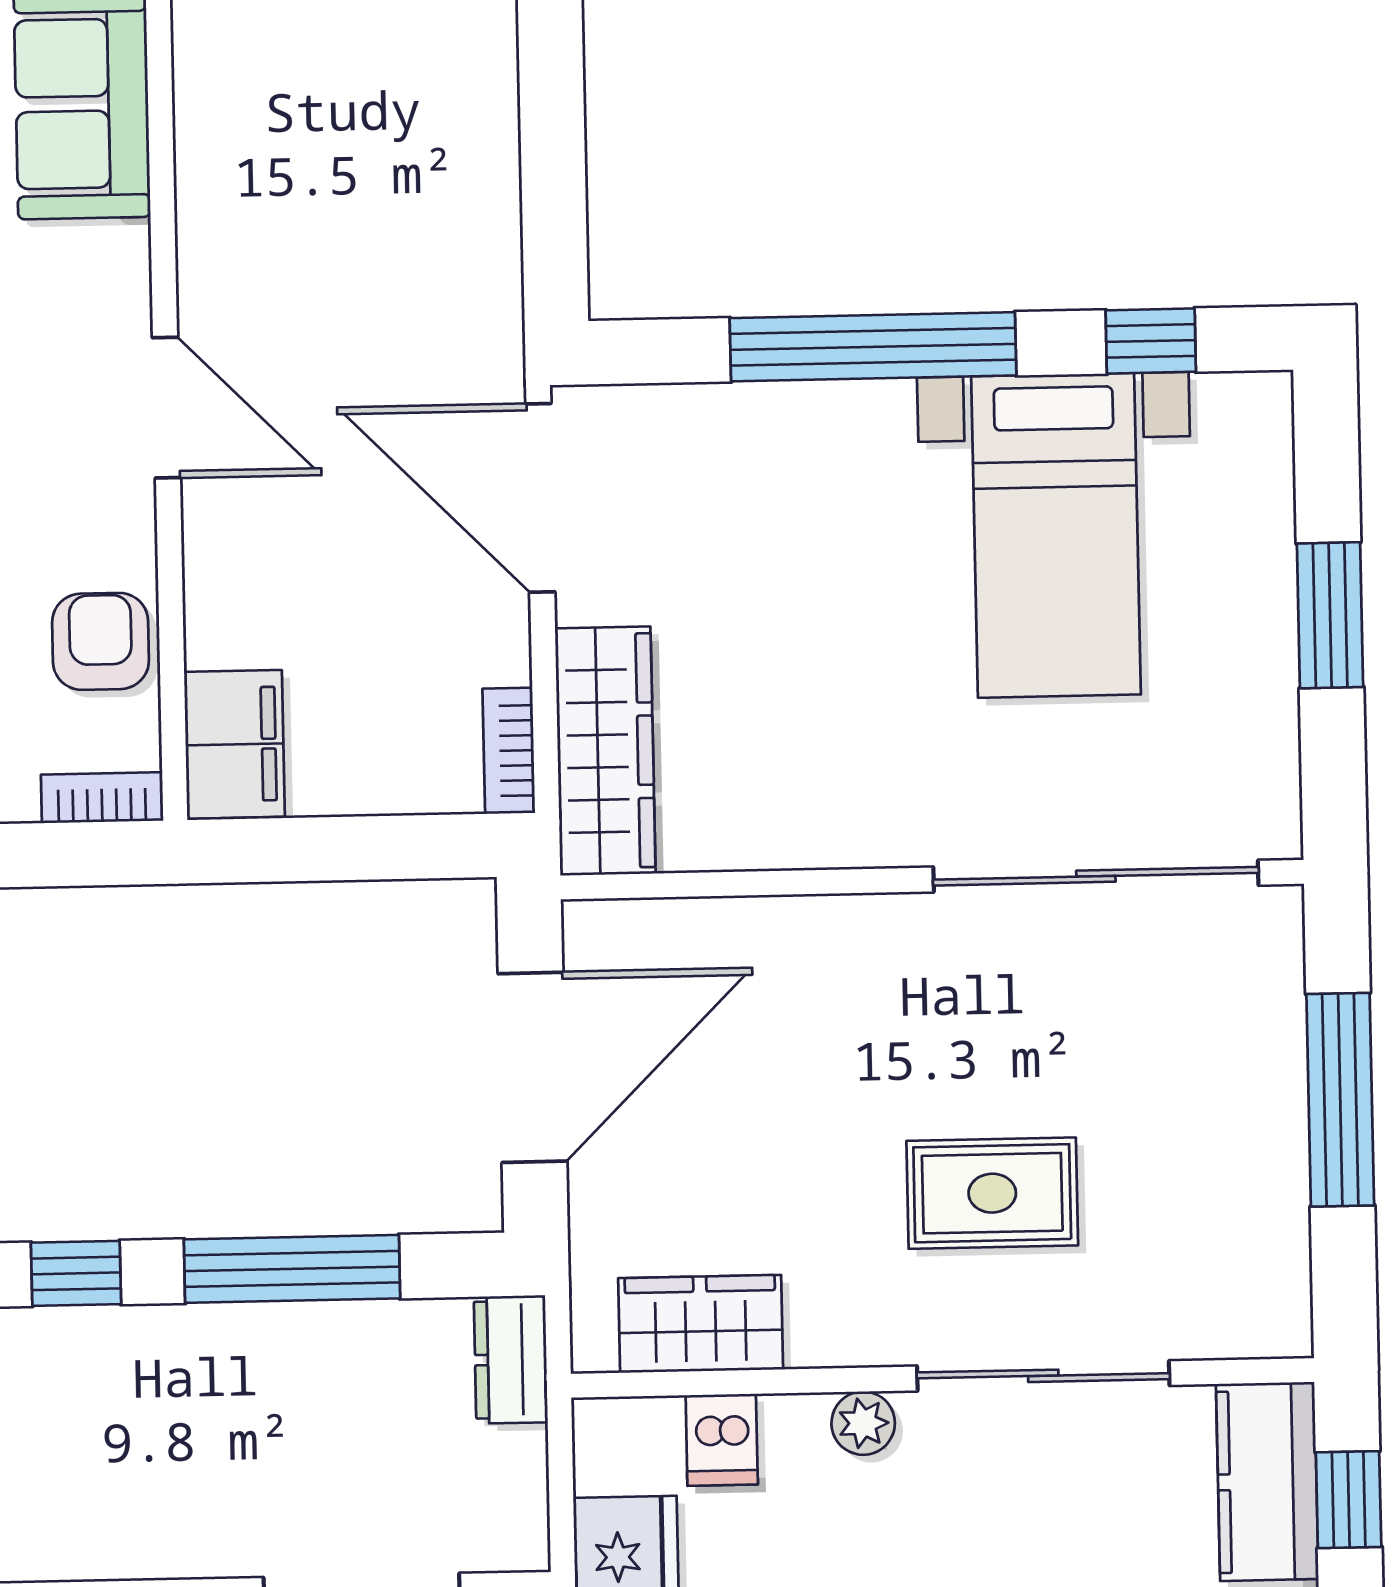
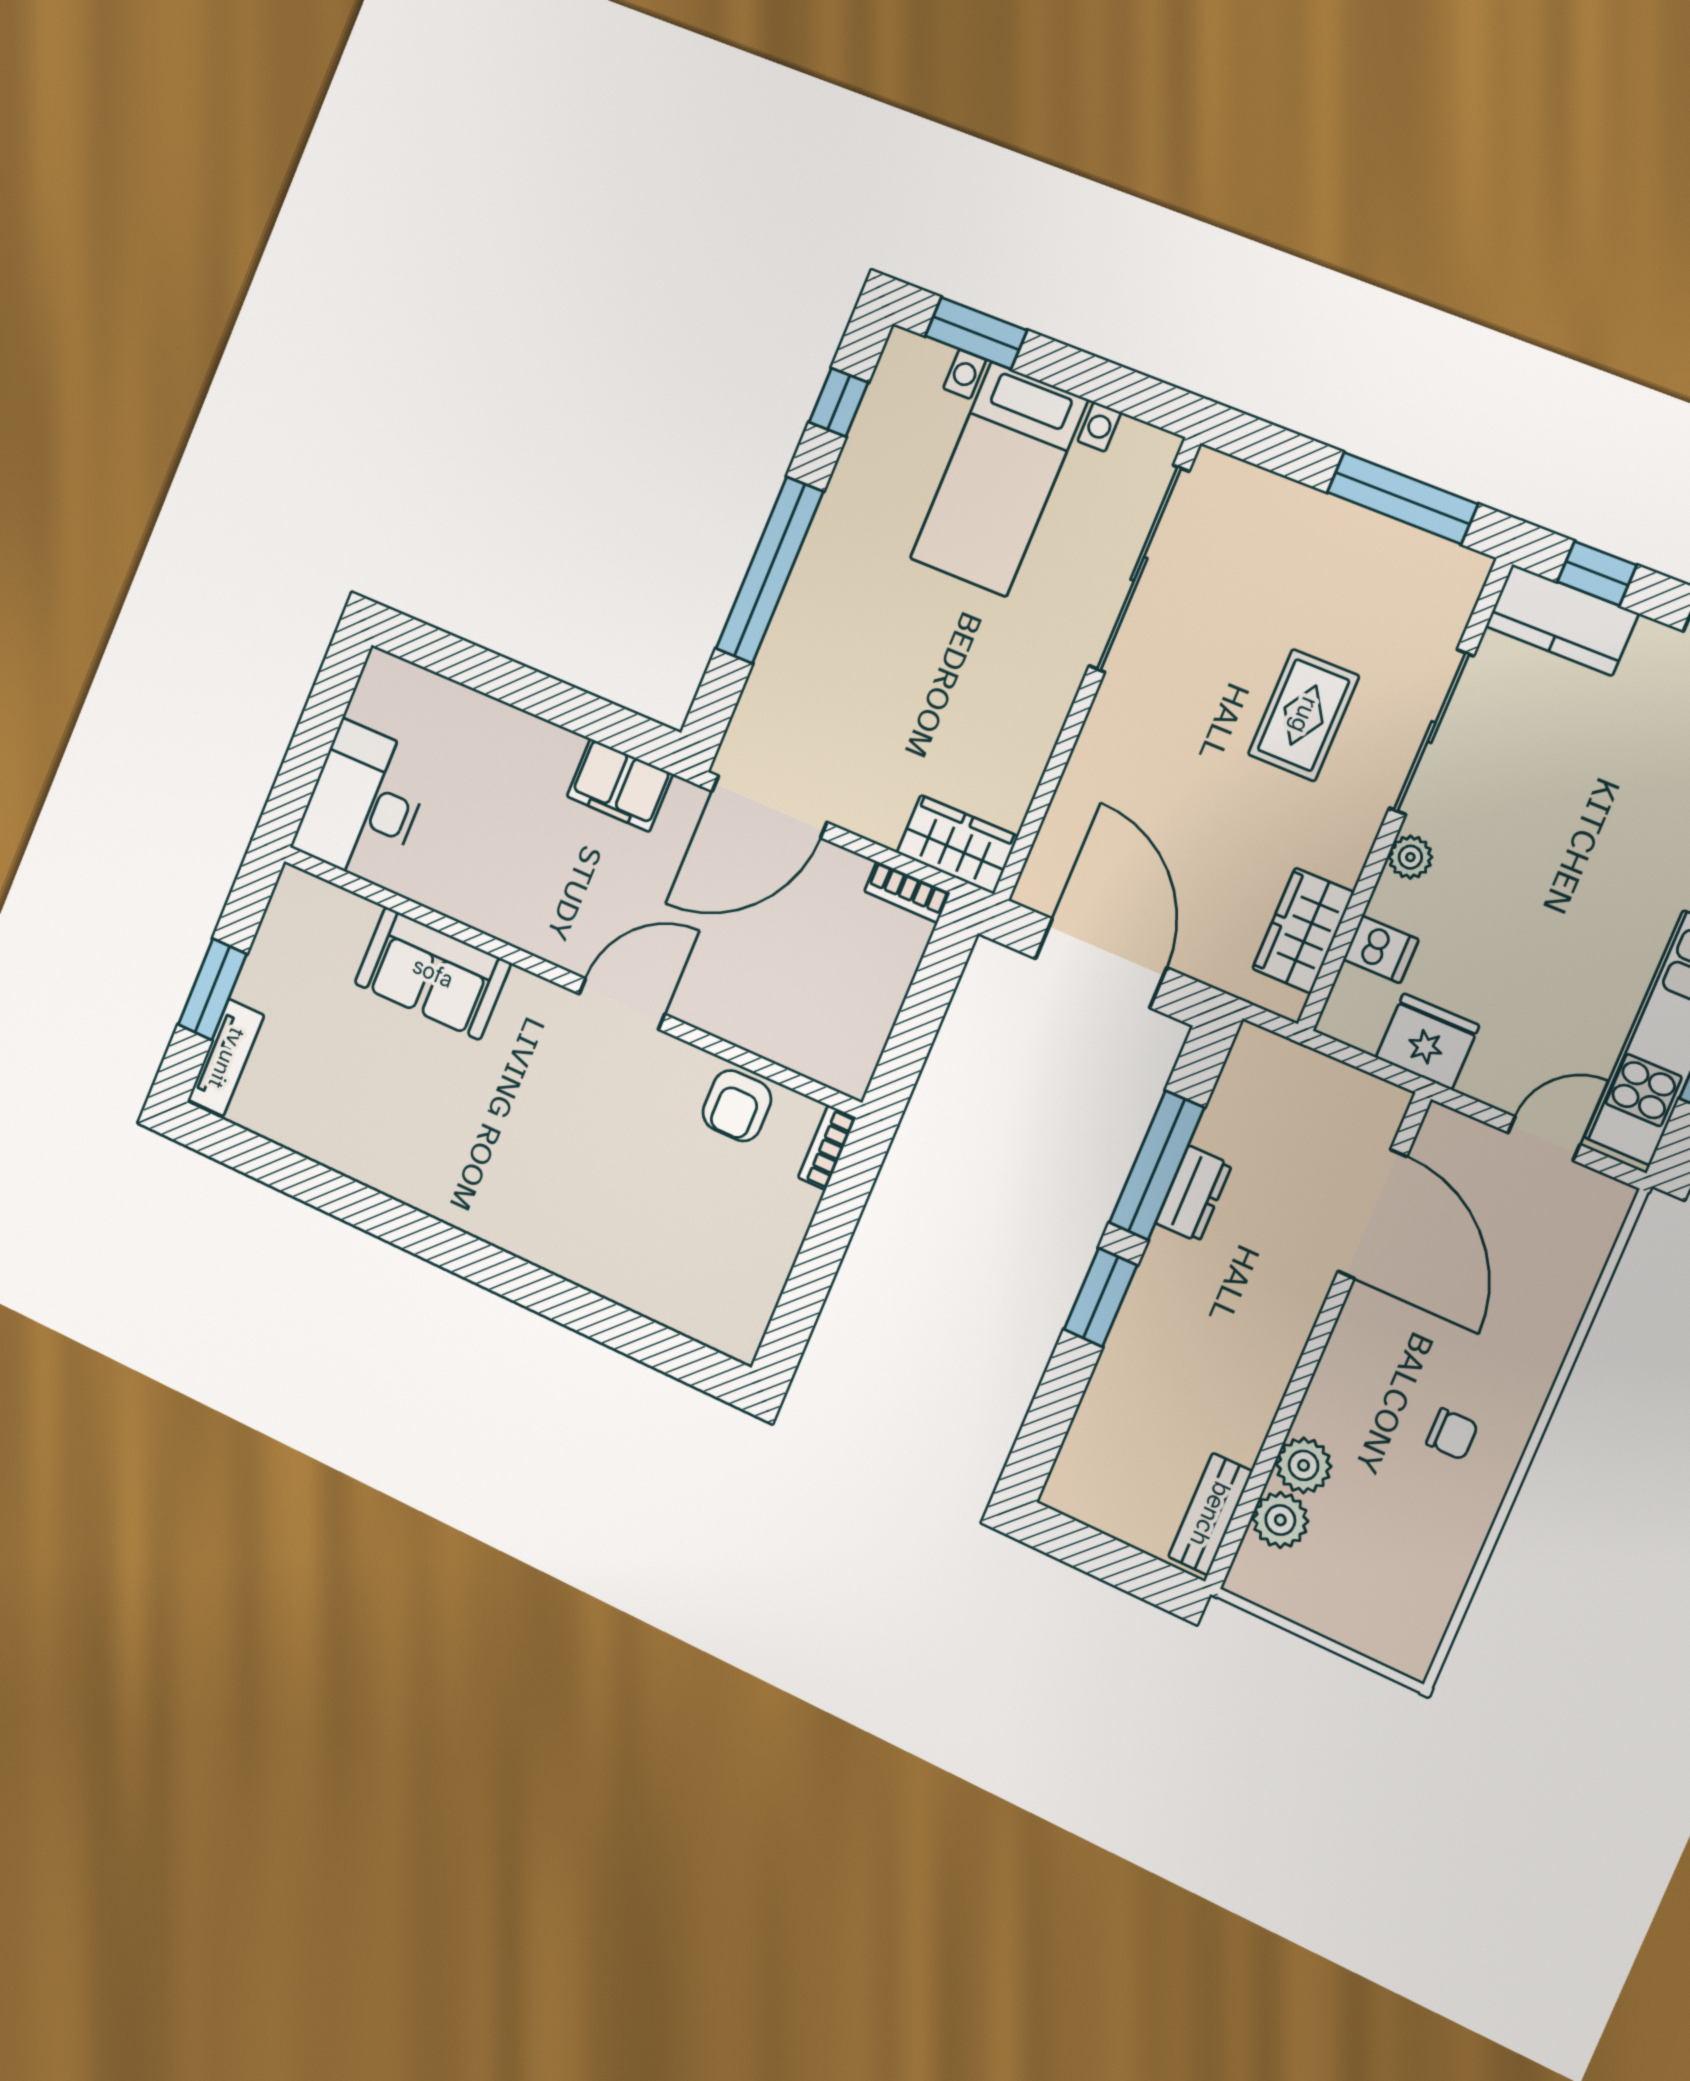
bed with nightstands: (1056, 535) -> (999, 479), moved, turned 90
window: (1330, 615) -> (976, 333), moved
armchair: (101, 641) -> (737, 1106), turned -90
filing cabinet: (234, 744) -> (620, 785), moved, turned 180
wardrobe: (605, 751) -> (957, 845), width x0.67
window: (1340, 1100) -> (1402, 498), moved
window: (76, 1273) -> (1101, 1297), width x1.50
dresser: (511, 1359) -> (1194, 1194), moved, turned -90

